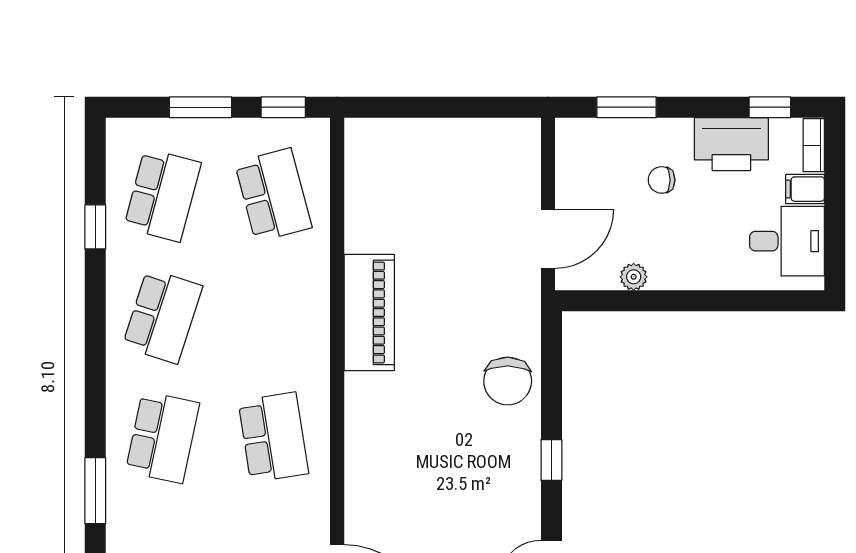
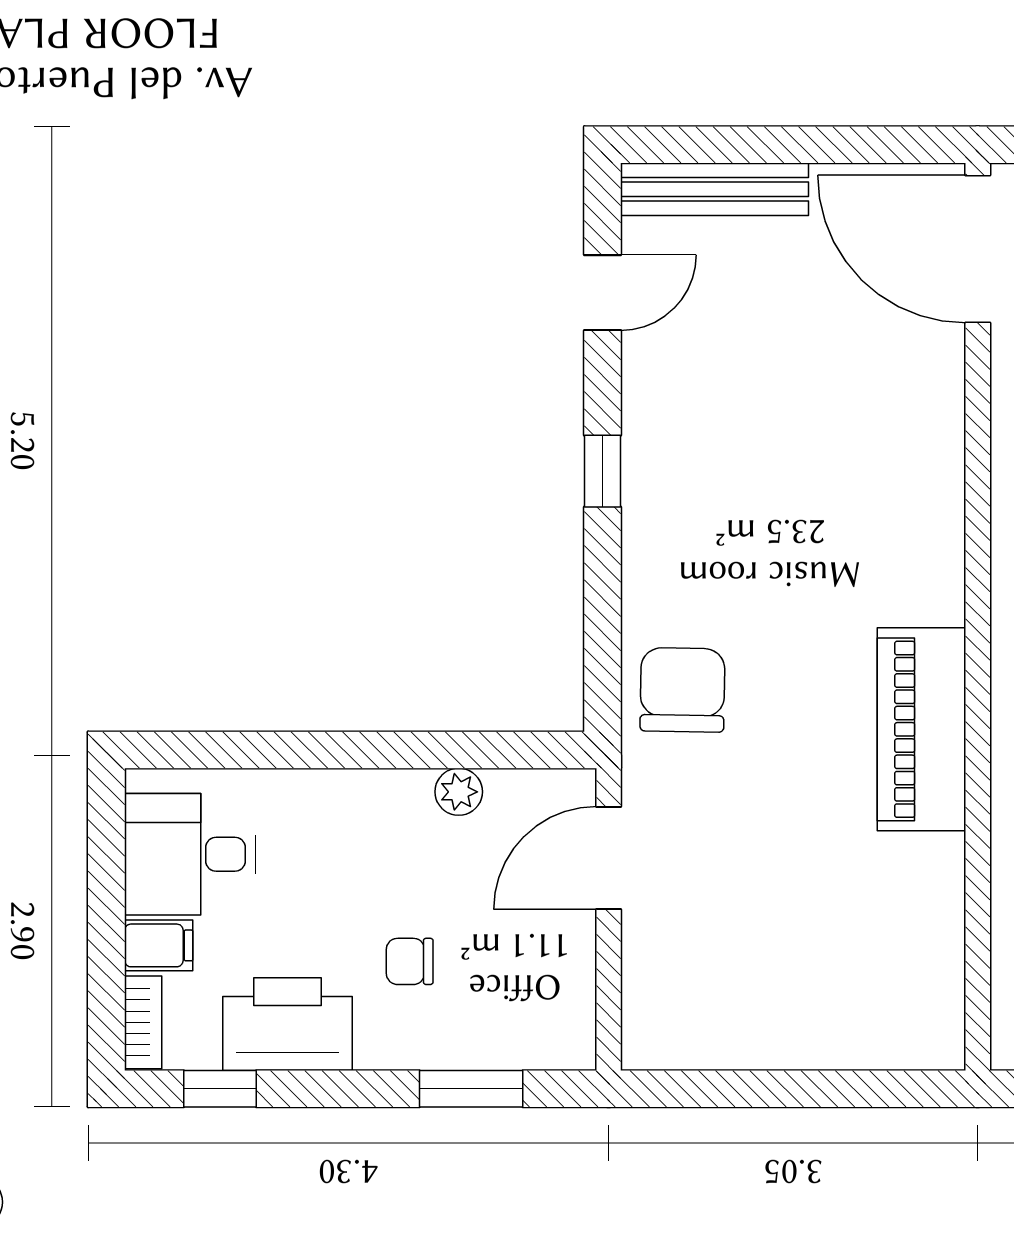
chair: (662, 180) -> (410, 961), turned 180
chair: (508, 381) -> (682, 690), moved

